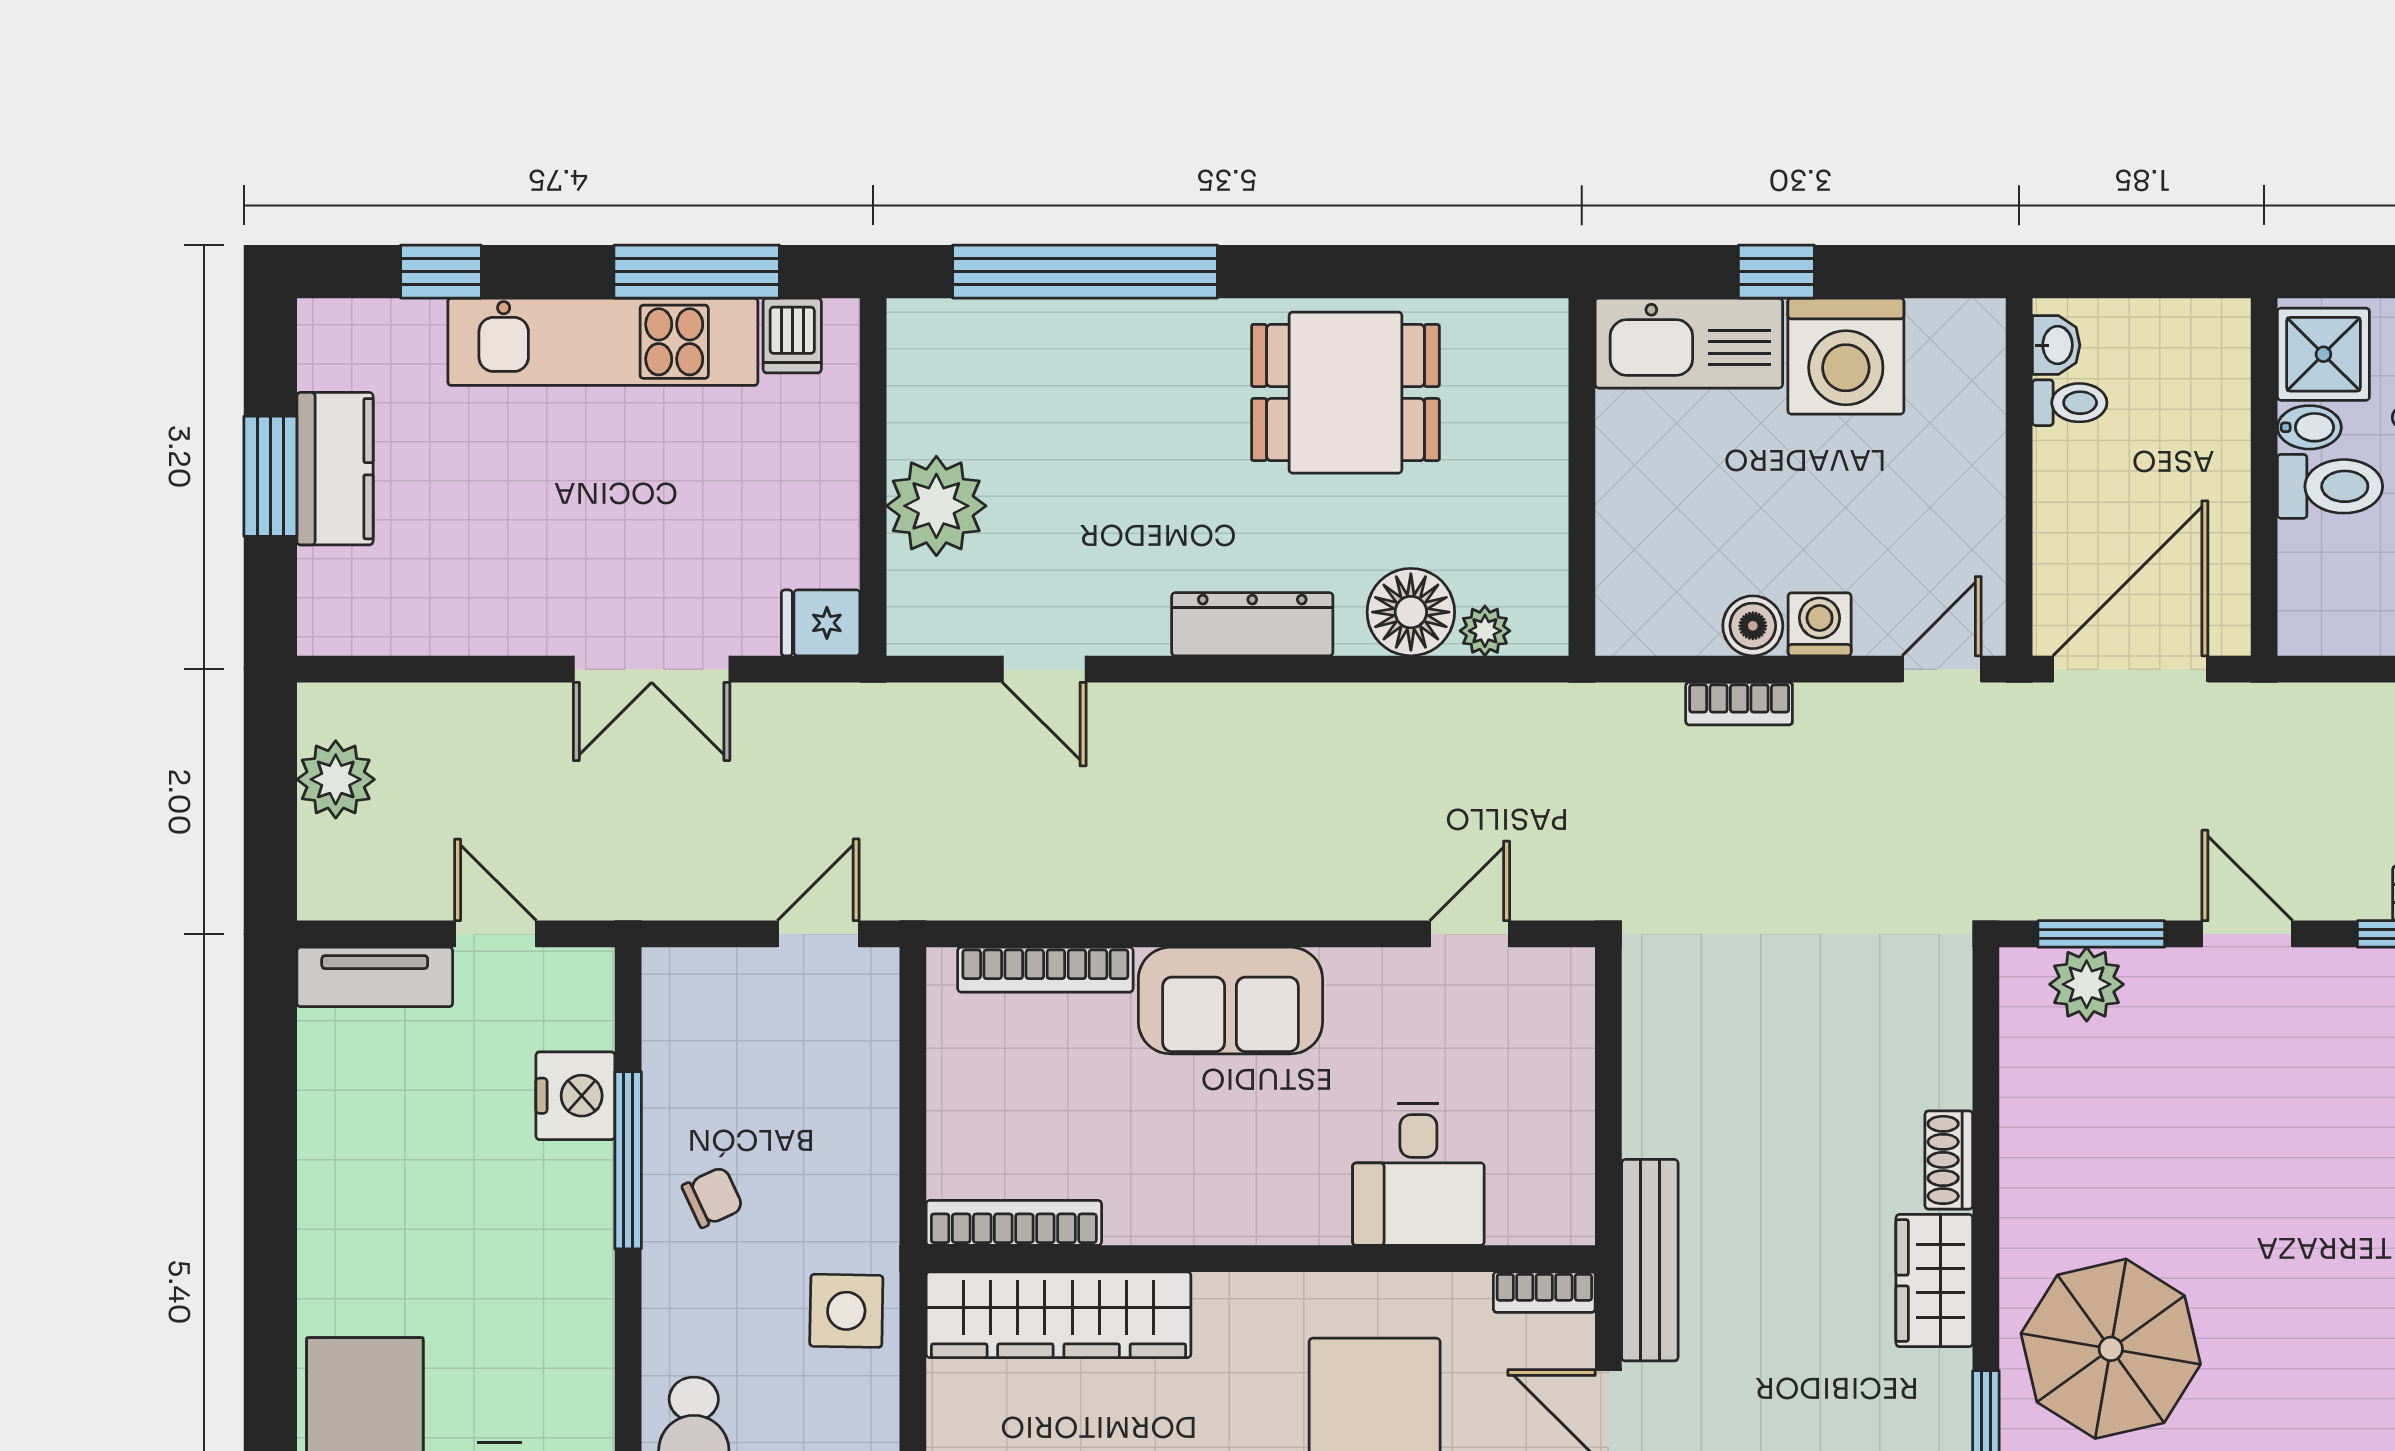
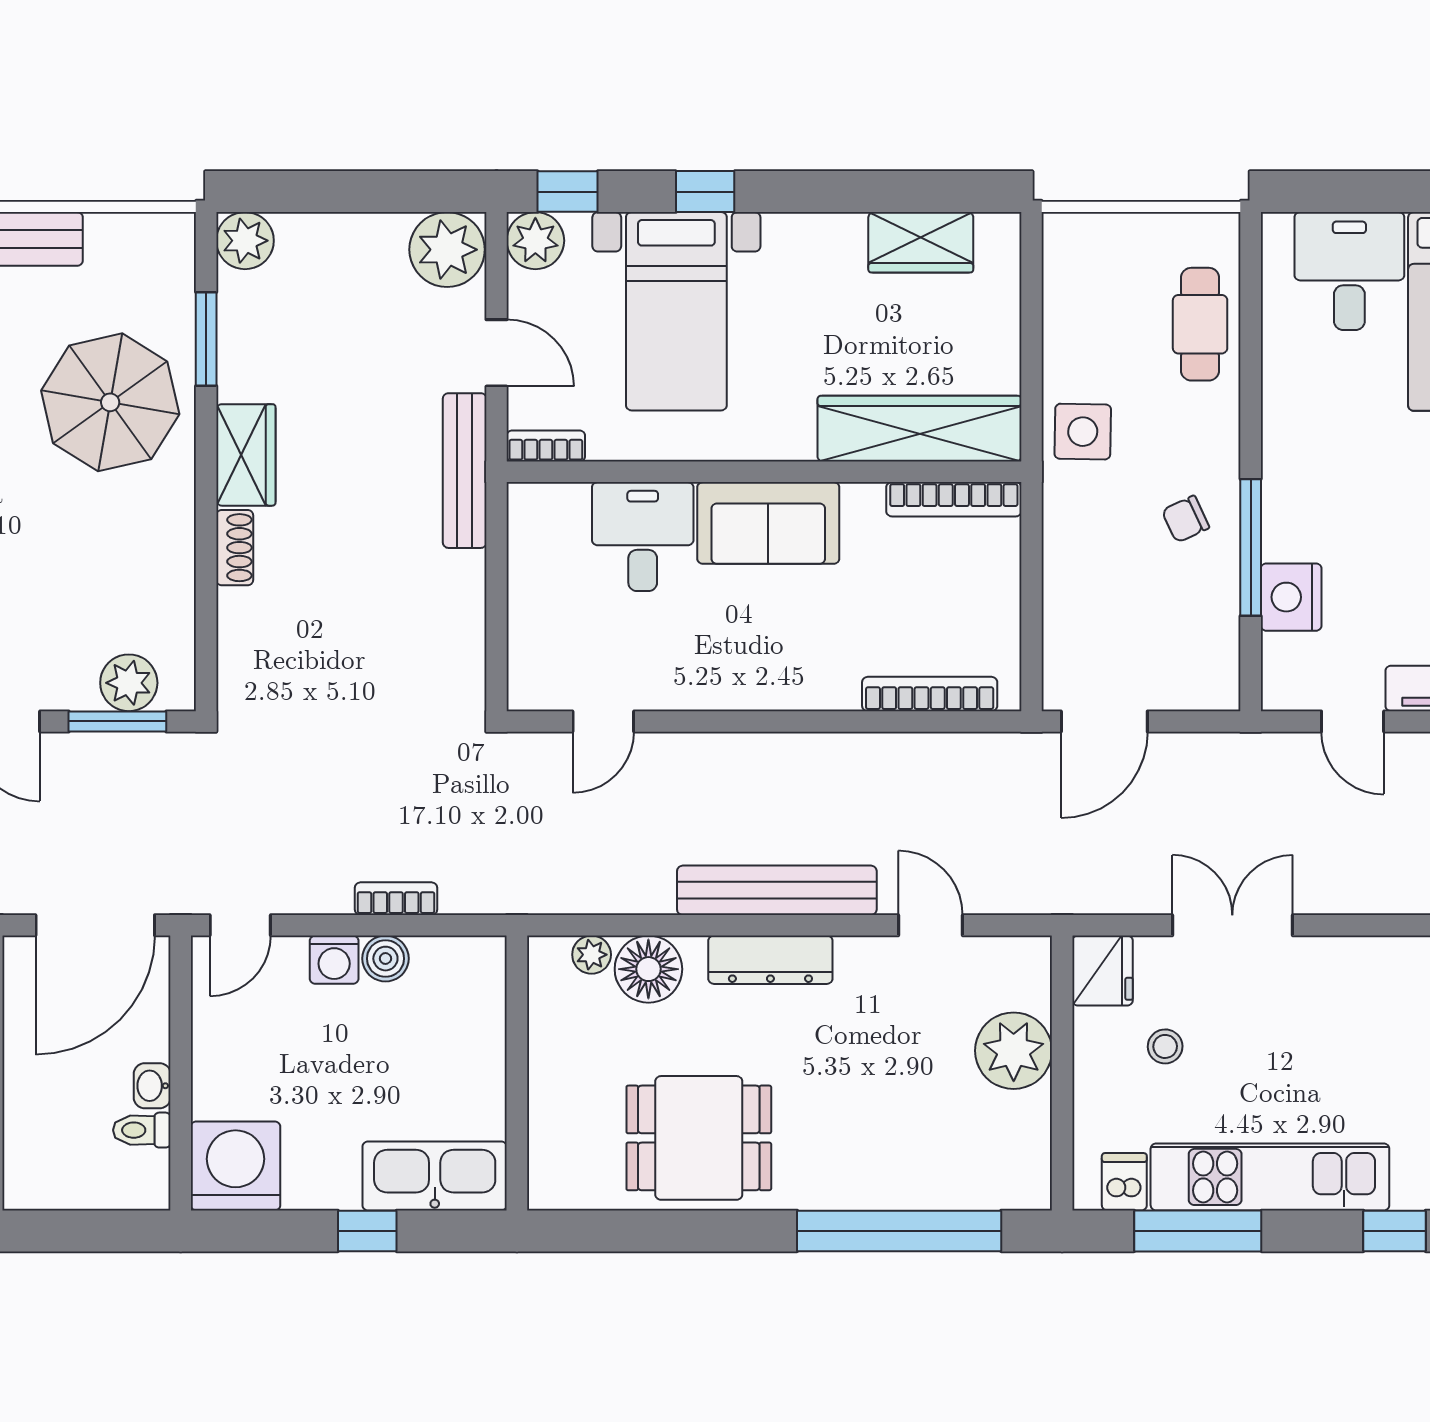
washbasin: (2056, 345) -> (152, 1086), moved
washing machine: (1846, 356) -> (235, 1166), moved
stool: (739, 511) -> (1165, 1046), added
fridge: (821, 623) -> (1102, 971), width x1.38
bench: (1244, 715) -> (777, 890), added
door: (818, 934) -> (1104, 721), width x1.38
sofa: (1230, 1001) -> (768, 523), moved, turned 180

